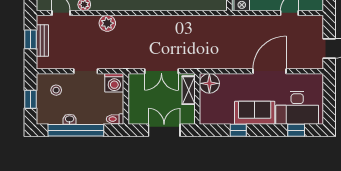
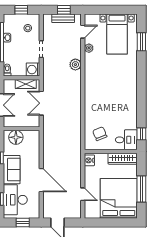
floor lamp: (209, 83) -> (16, 137), moved
shelving: (189, 90) -> (26, 84), moved
window: (329, 97) -> (23, 223), added

